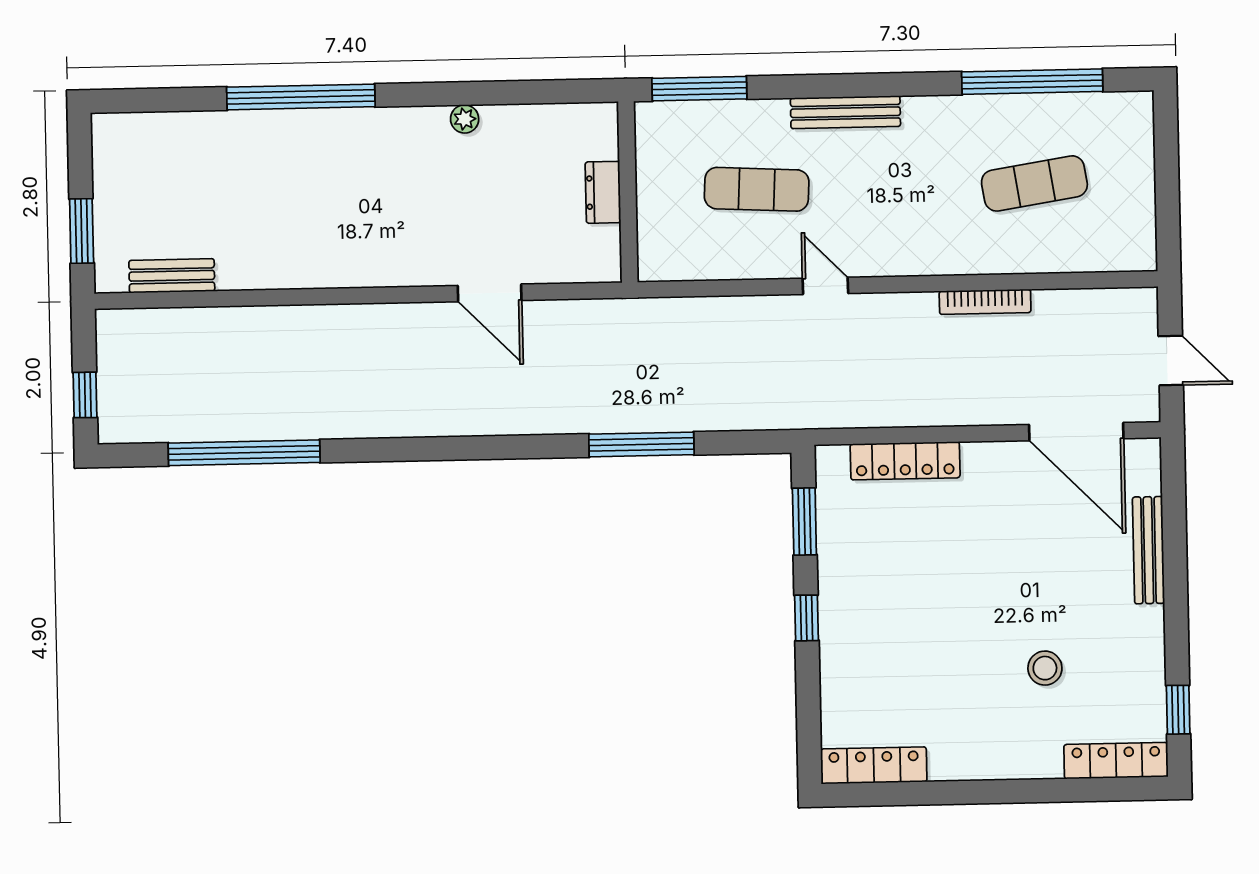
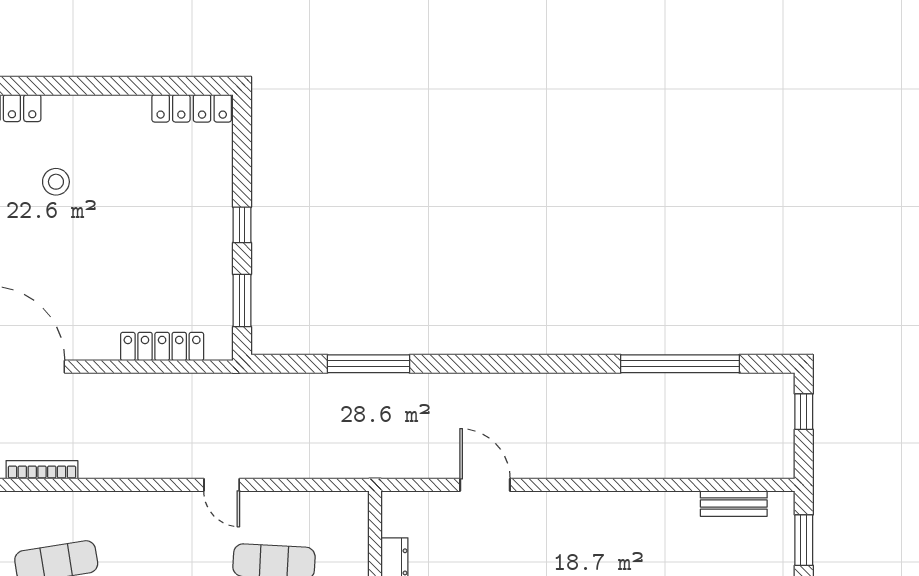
bookcase: (985, 302) -> (42, 470), moved

